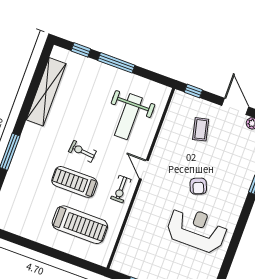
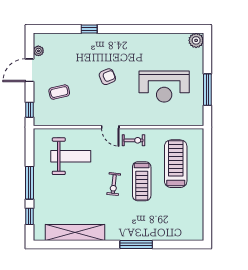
door: (144, 170) -> (110, 127), hinge flipped
reception desk: (197, 229) -> (164, 87), moved, turned -90

